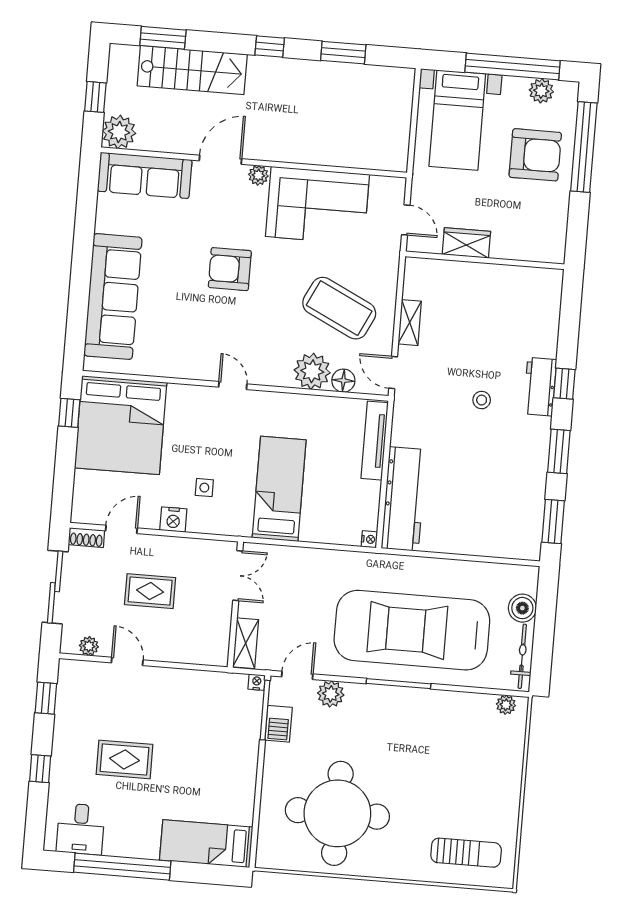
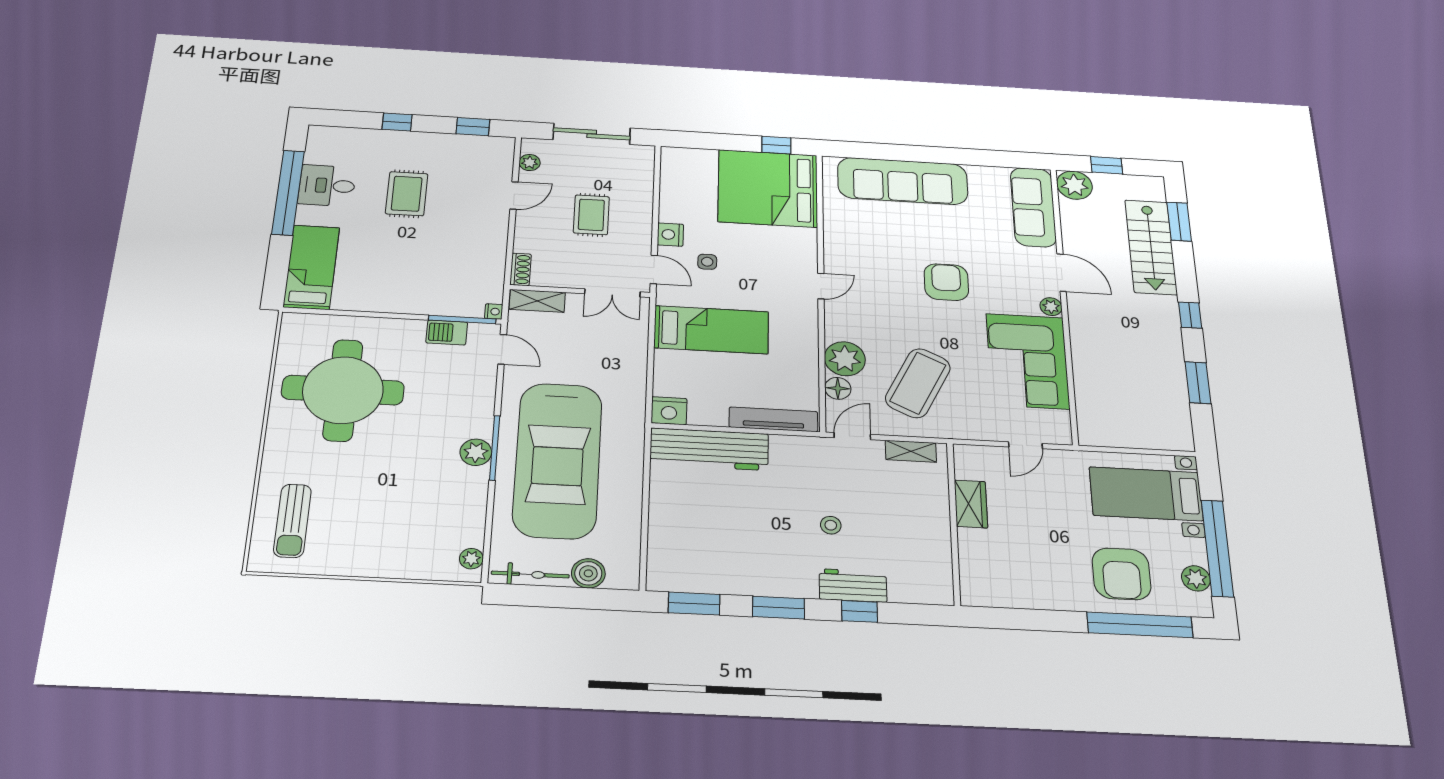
wardrobe: (466, 243) -> (971, 504), moved
wall: (485, 260) -> (954, 523), moved
door: (121, 529) -> (654, 269), moved
shoe rack: (86, 538) -> (521, 269), moved, turned 180
nightstand: (369, 539) -> (669, 411), width x1.89, depth x1.79
car: (412, 630) -> (558, 460), turned 180
plant: (331, 694) -> (476, 452), moved
desk: (81, 829) -> (327, 186), moved

